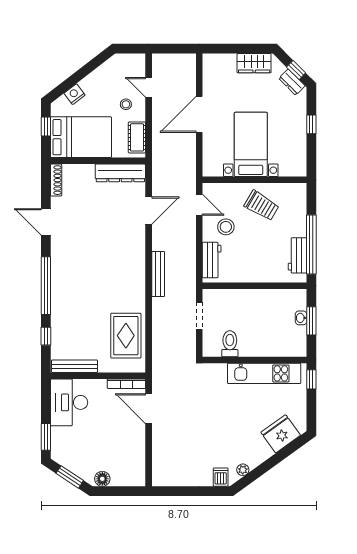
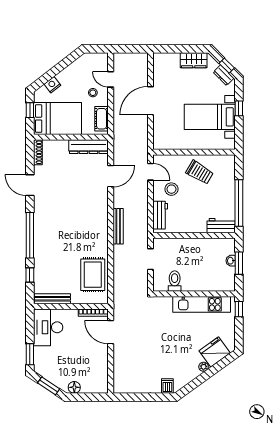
bed with nightstands: (251, 144) -> (210, 117), moved, turned -90
workbench: (297, 255) -> (221, 226), moved, turned 90
plant: (243, 470) -> (204, 367), moved

